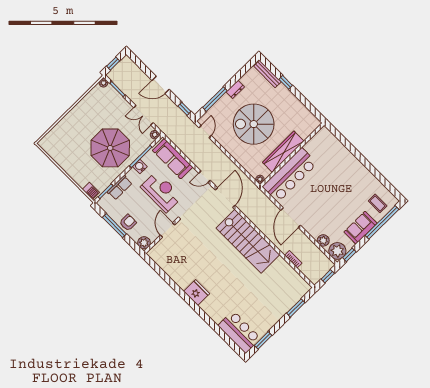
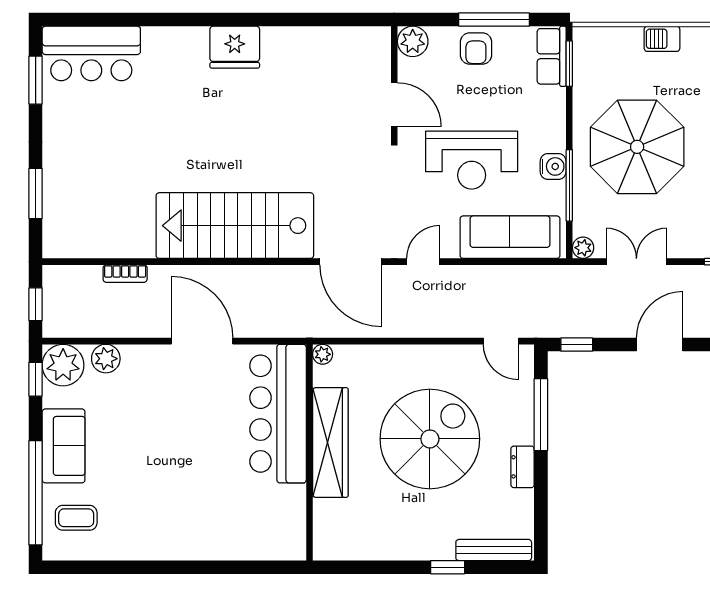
row of seats: (120, 188) -> (552, 56), moved
barbecue: (91, 191) -> (662, 39), moved

